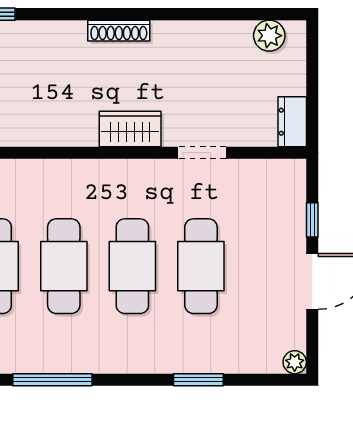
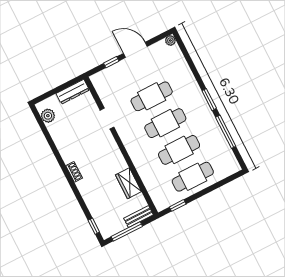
shoe rack: (119, 31) -> (74, 172), width x0.70
dresser: (292, 122) -> (73, 92), width x1.44
wardrobe: (130, 129) -> (128, 183), moved
window: (198, 380) -> (209, 100), moved

